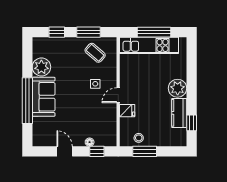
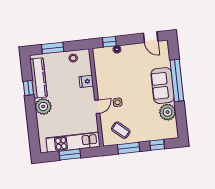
window: (154, 32) -> (70, 155), width x0.69
door: (118, 95) -> (97, 107), moved
kitchen counter: (179, 113) -> (38, 78), width x1.50
window: (192, 123) -> (28, 88), moved
door: (65, 151) -> (151, 37), moved
window: (145, 151) -> (53, 48), moved

